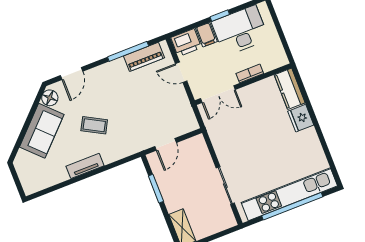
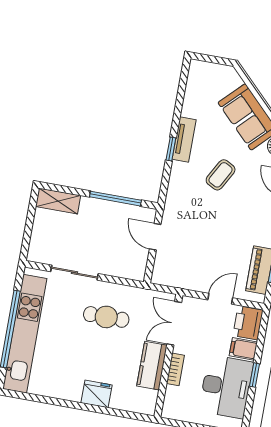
kitchen counter: (290, 89) -> (152, 366), moved, turned -90
cafe table: (243, 144) -> (106, 317), added
window: (97, 171) -> (171, 149), added
window: (156, 189) -> (115, 199), width x1.44

